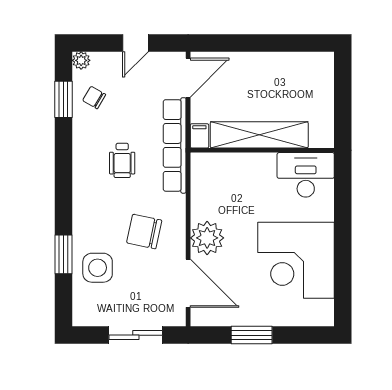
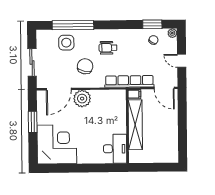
wheelchair: (122, 160) -> (108, 48), moved
window: (64, 254) -> (73, 25), width x2.11
corner desk: (296, 260) -> (57, 144), moved, turned 90

